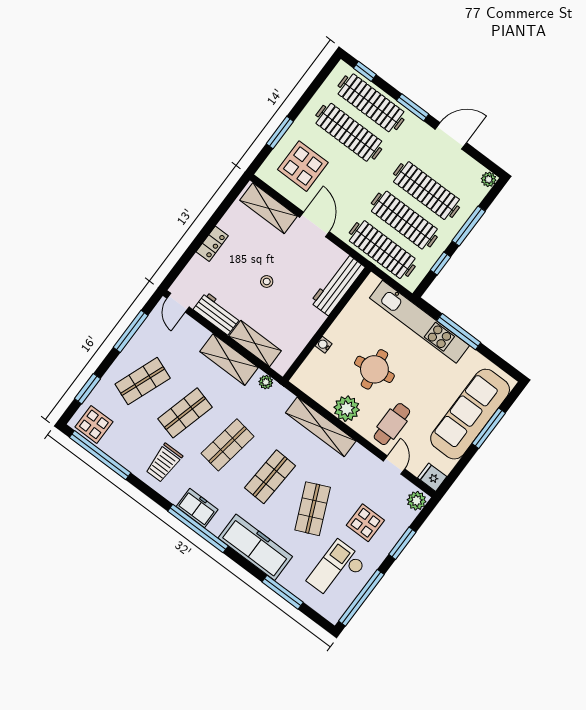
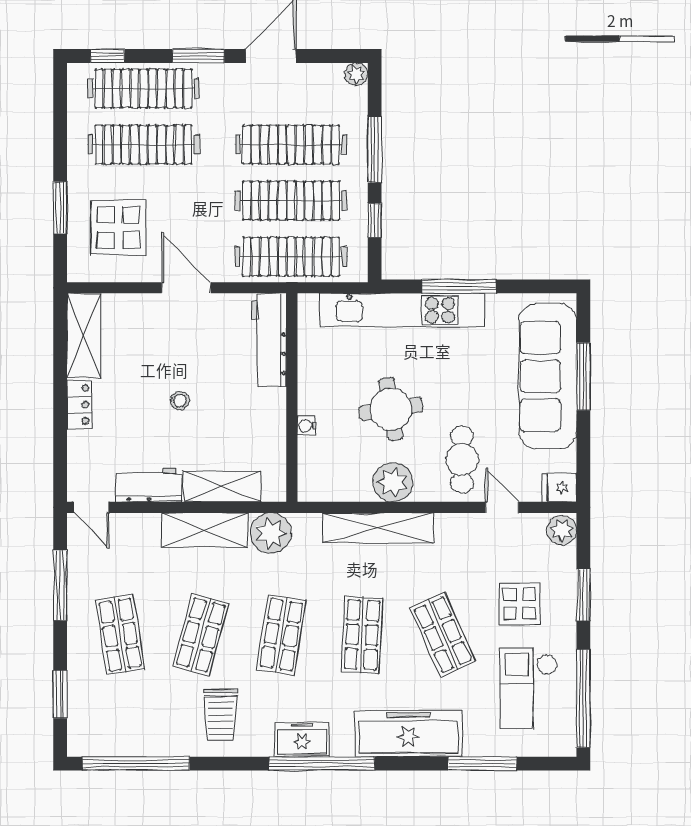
shelving: (268, 208) -> (84, 335), moved, turned 90
shop shelf: (143, 381) -> (120, 635), turned -30
plant: (266, 382) -> (271, 533), width x1.87, depth x1.87
display table: (94, 424) -> (100, 732), removed

